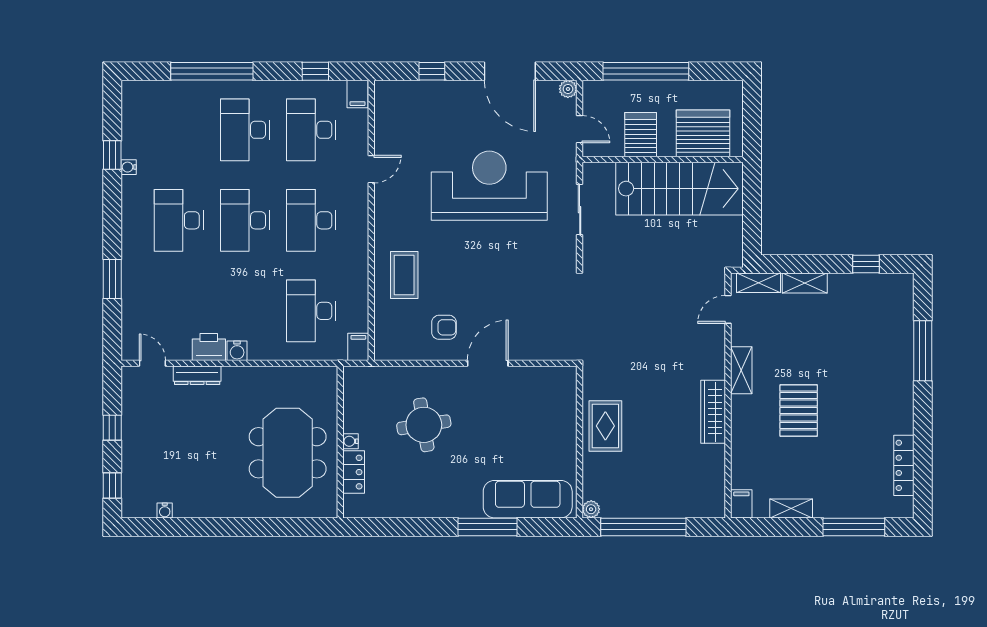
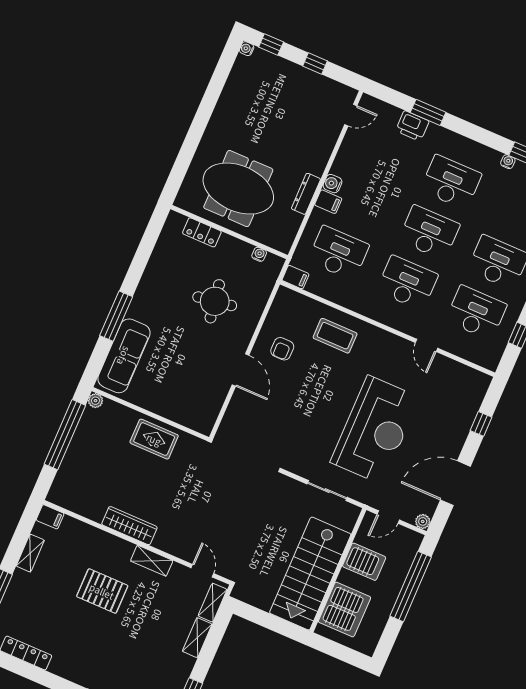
filing cabinet: (357, 94) -> (328, 202), moved, turned 180
printer: (209, 347) -> (412, 126), moved, turned 90
dresser: (197, 375) -> (306, 194), moved
water cooler: (351, 441) -> (259, 254), moved
water cooler: (165, 510) -> (247, 49), moved

